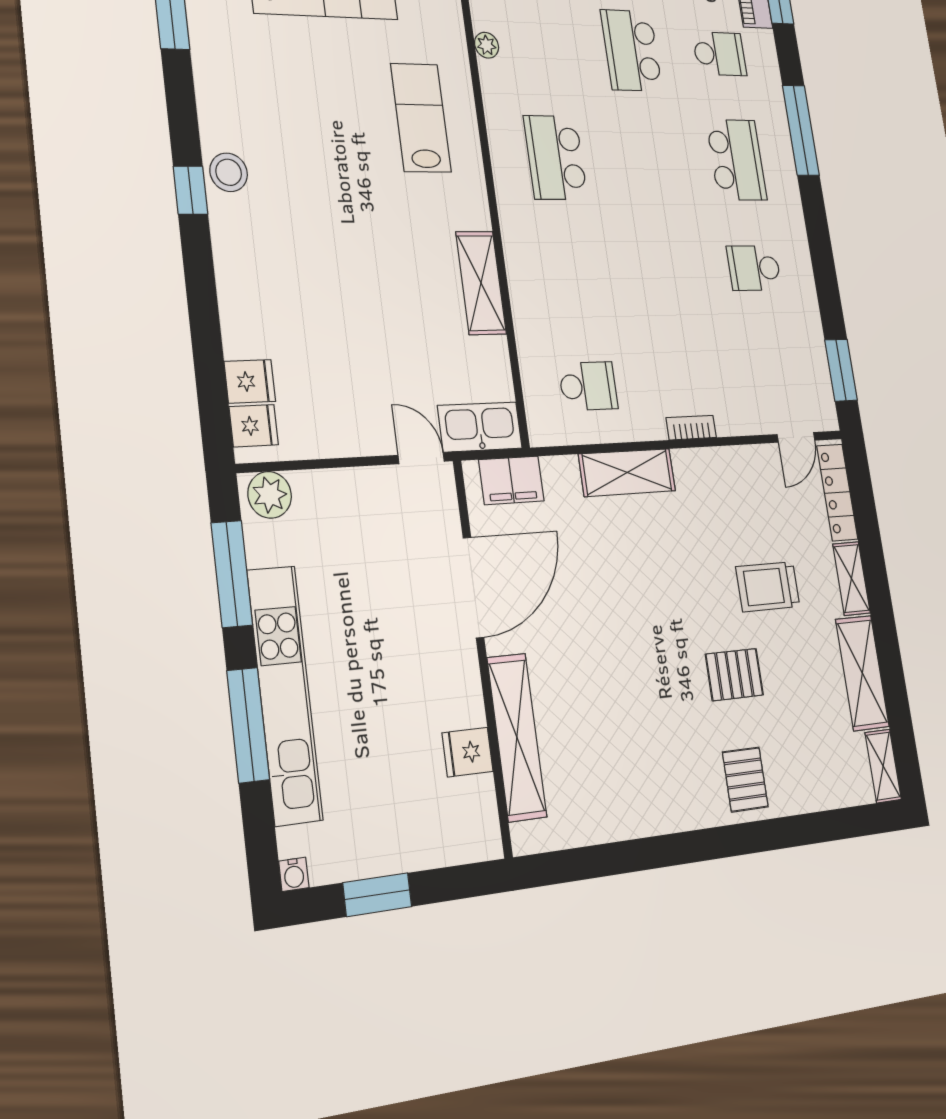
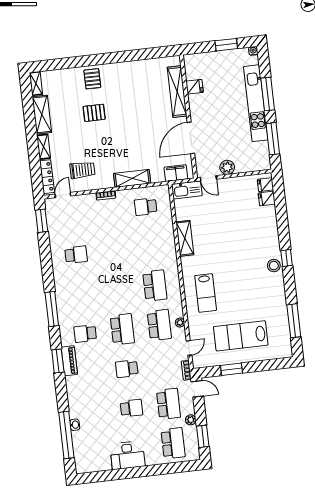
school desk: (737, 160) -> (159, 325), moved, turned 180
plant: (270, 495) -> (227, 167), moved
trolley: (768, 587) -> (82, 170), moved

